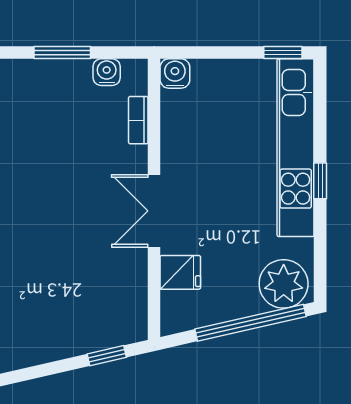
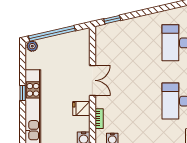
fridge: (180, 272) -> (81, 108), moved
plant: (284, 284) -> (32, 46), width x0.53, depth x0.53

